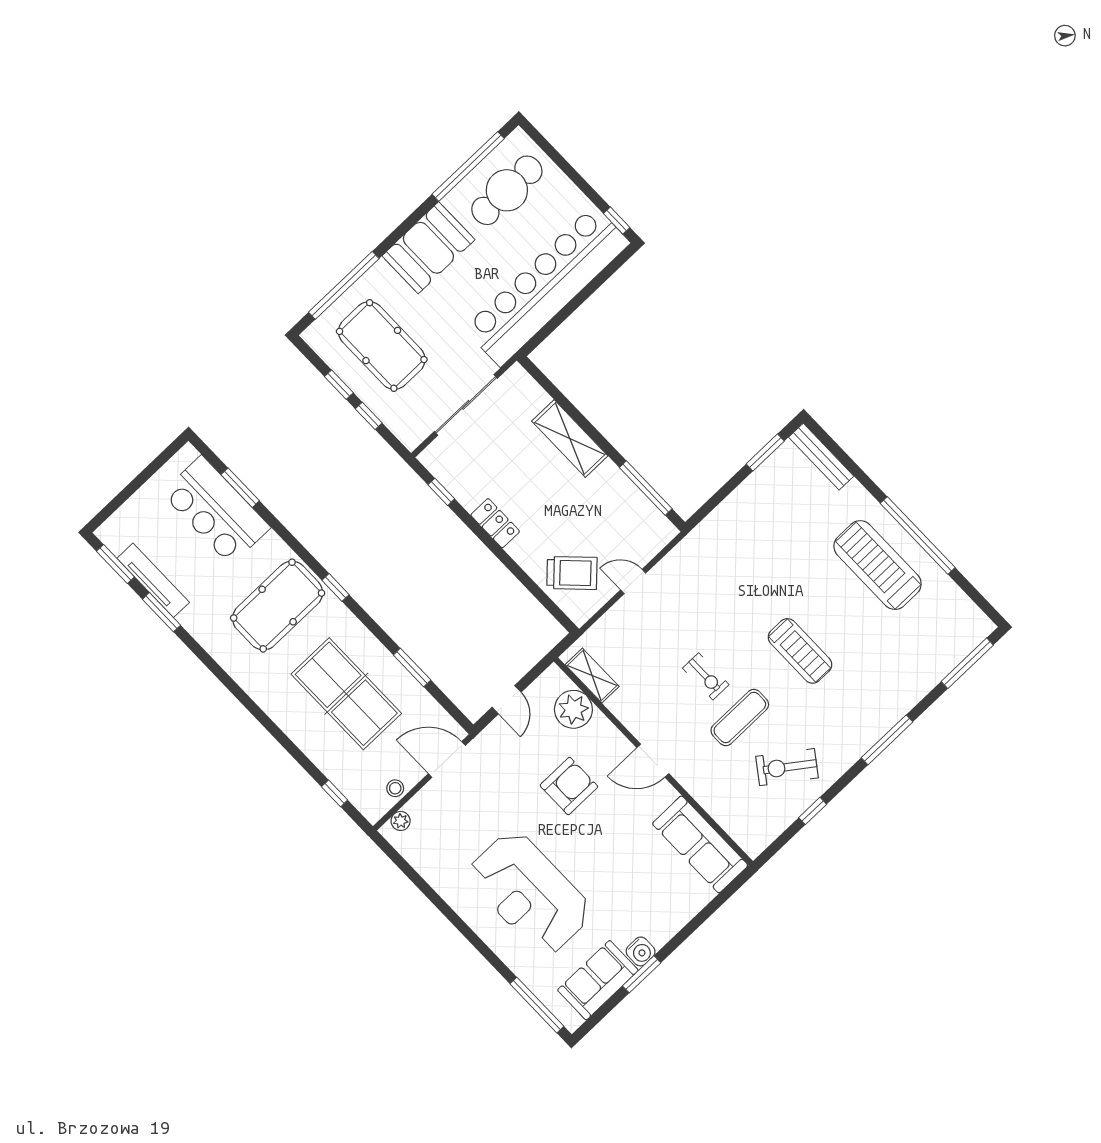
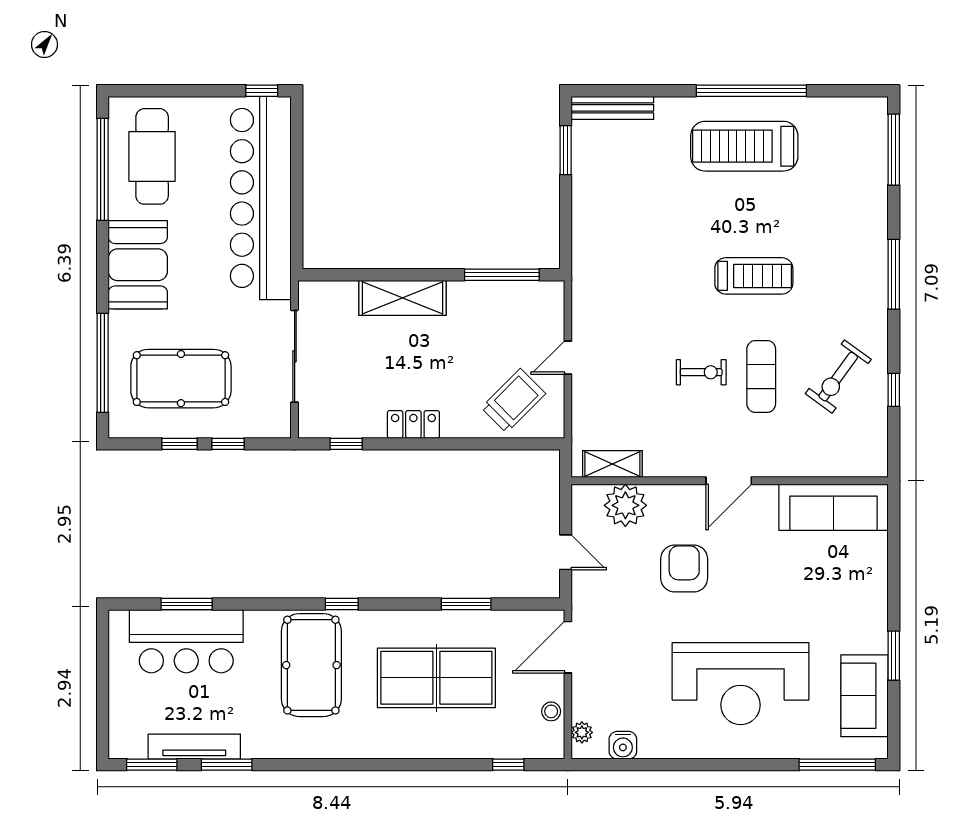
water cooler: (641, 951) -> (623, 745), moved, turned 90

